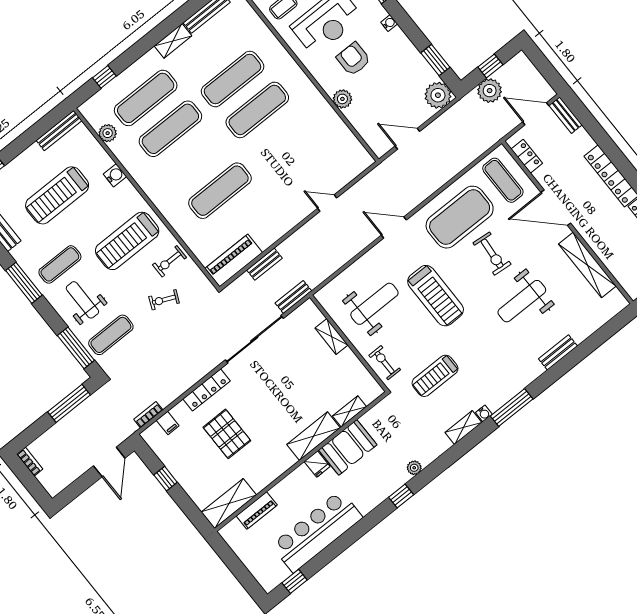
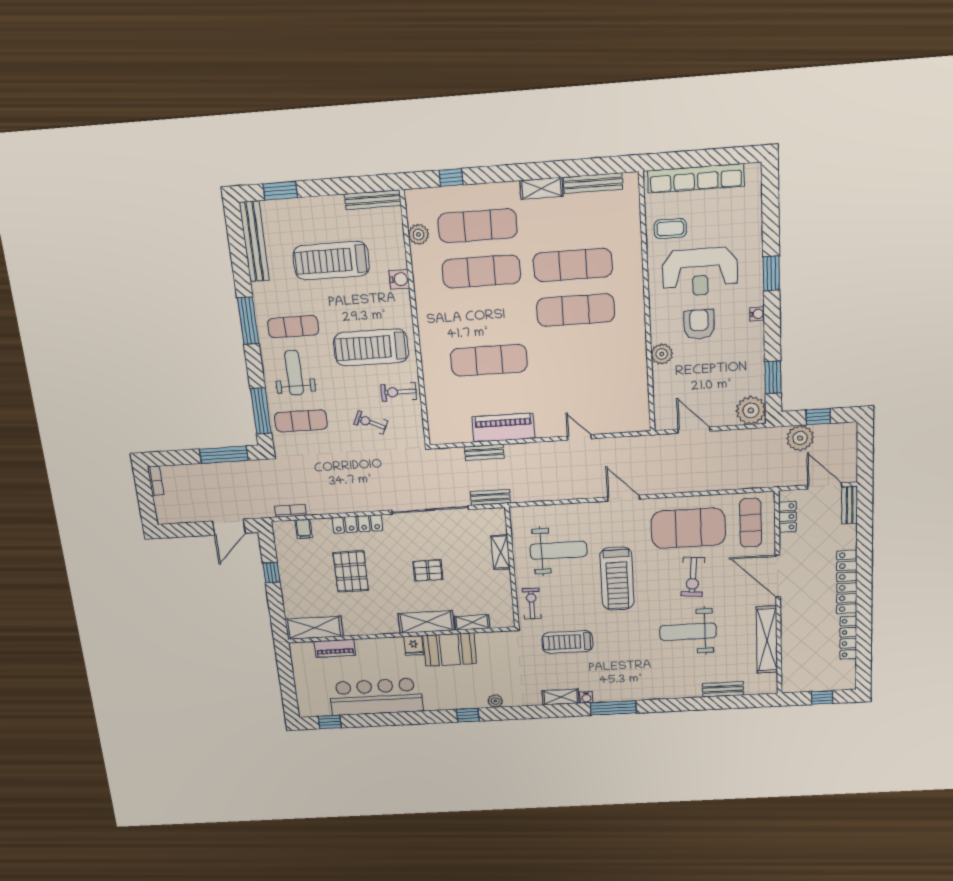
piano: (234, 260) -> (503, 428), moved
bench: (558, 352) -> (723, 689), moved
pallet: (286, 391) -> (428, 570), added

